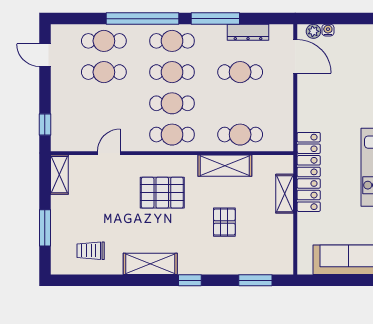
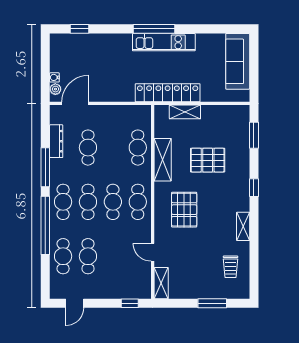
shelving: (59, 175) -> (161, 283), moved, turned 90
pallet: (224, 222) -> (208, 160), width x1.50, depth x1.42
shelving: (150, 264) -> (243, 226), width x0.67, depth x0.75

